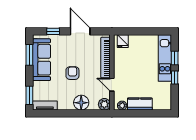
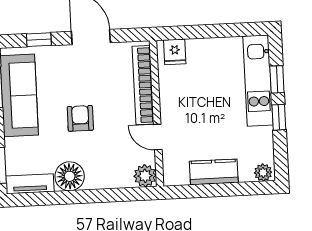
floor lamp: (81, 103) -> (70, 176), moved
plant: (122, 106) -> (263, 173), moved

